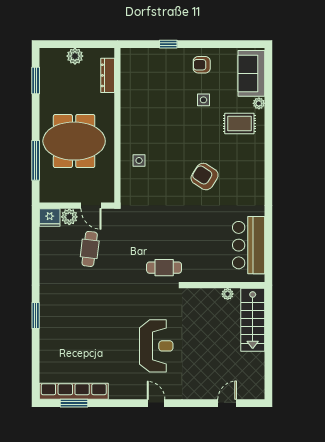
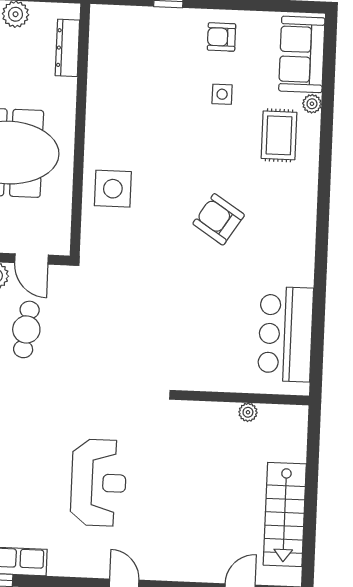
rug: (239, 124) -> (279, 135), turned 90
side table: (139, 160) -> (113, 189), width x1.87, depth x1.87
cafe table: (164, 268) -> (146, 365), removed
stairs: (253, 320) -> (285, 515), moved
reception desk: (156, 346) -> (99, 483), moved

